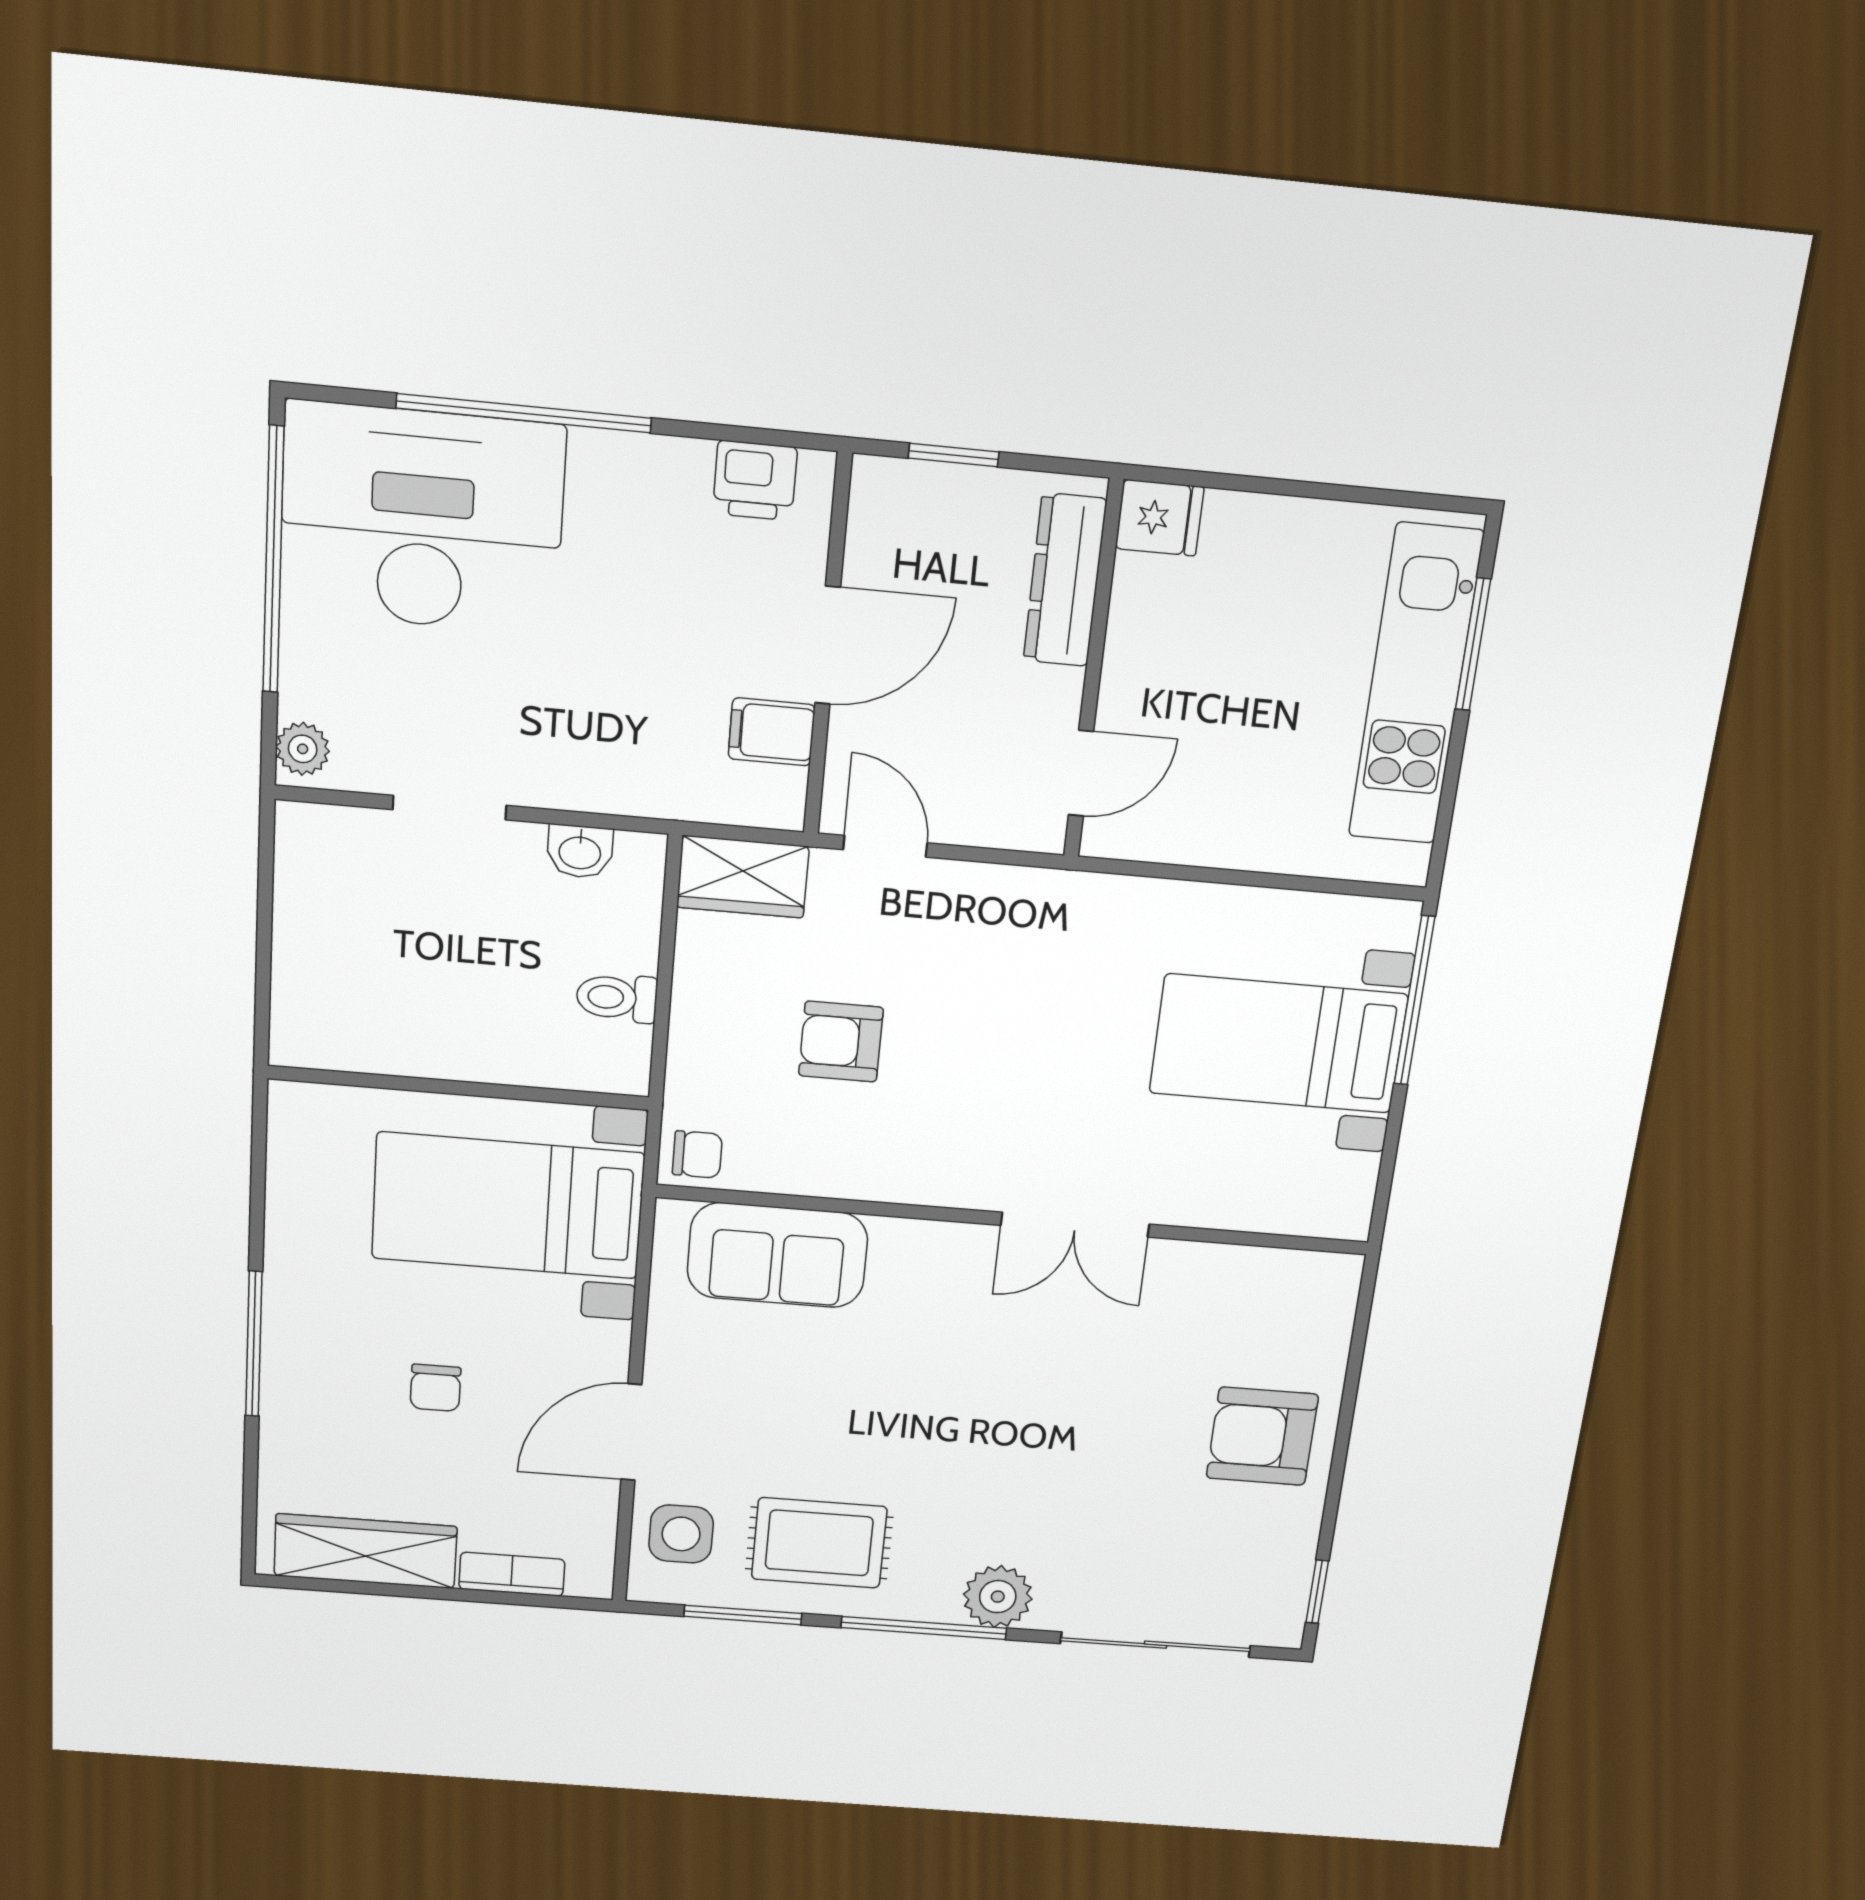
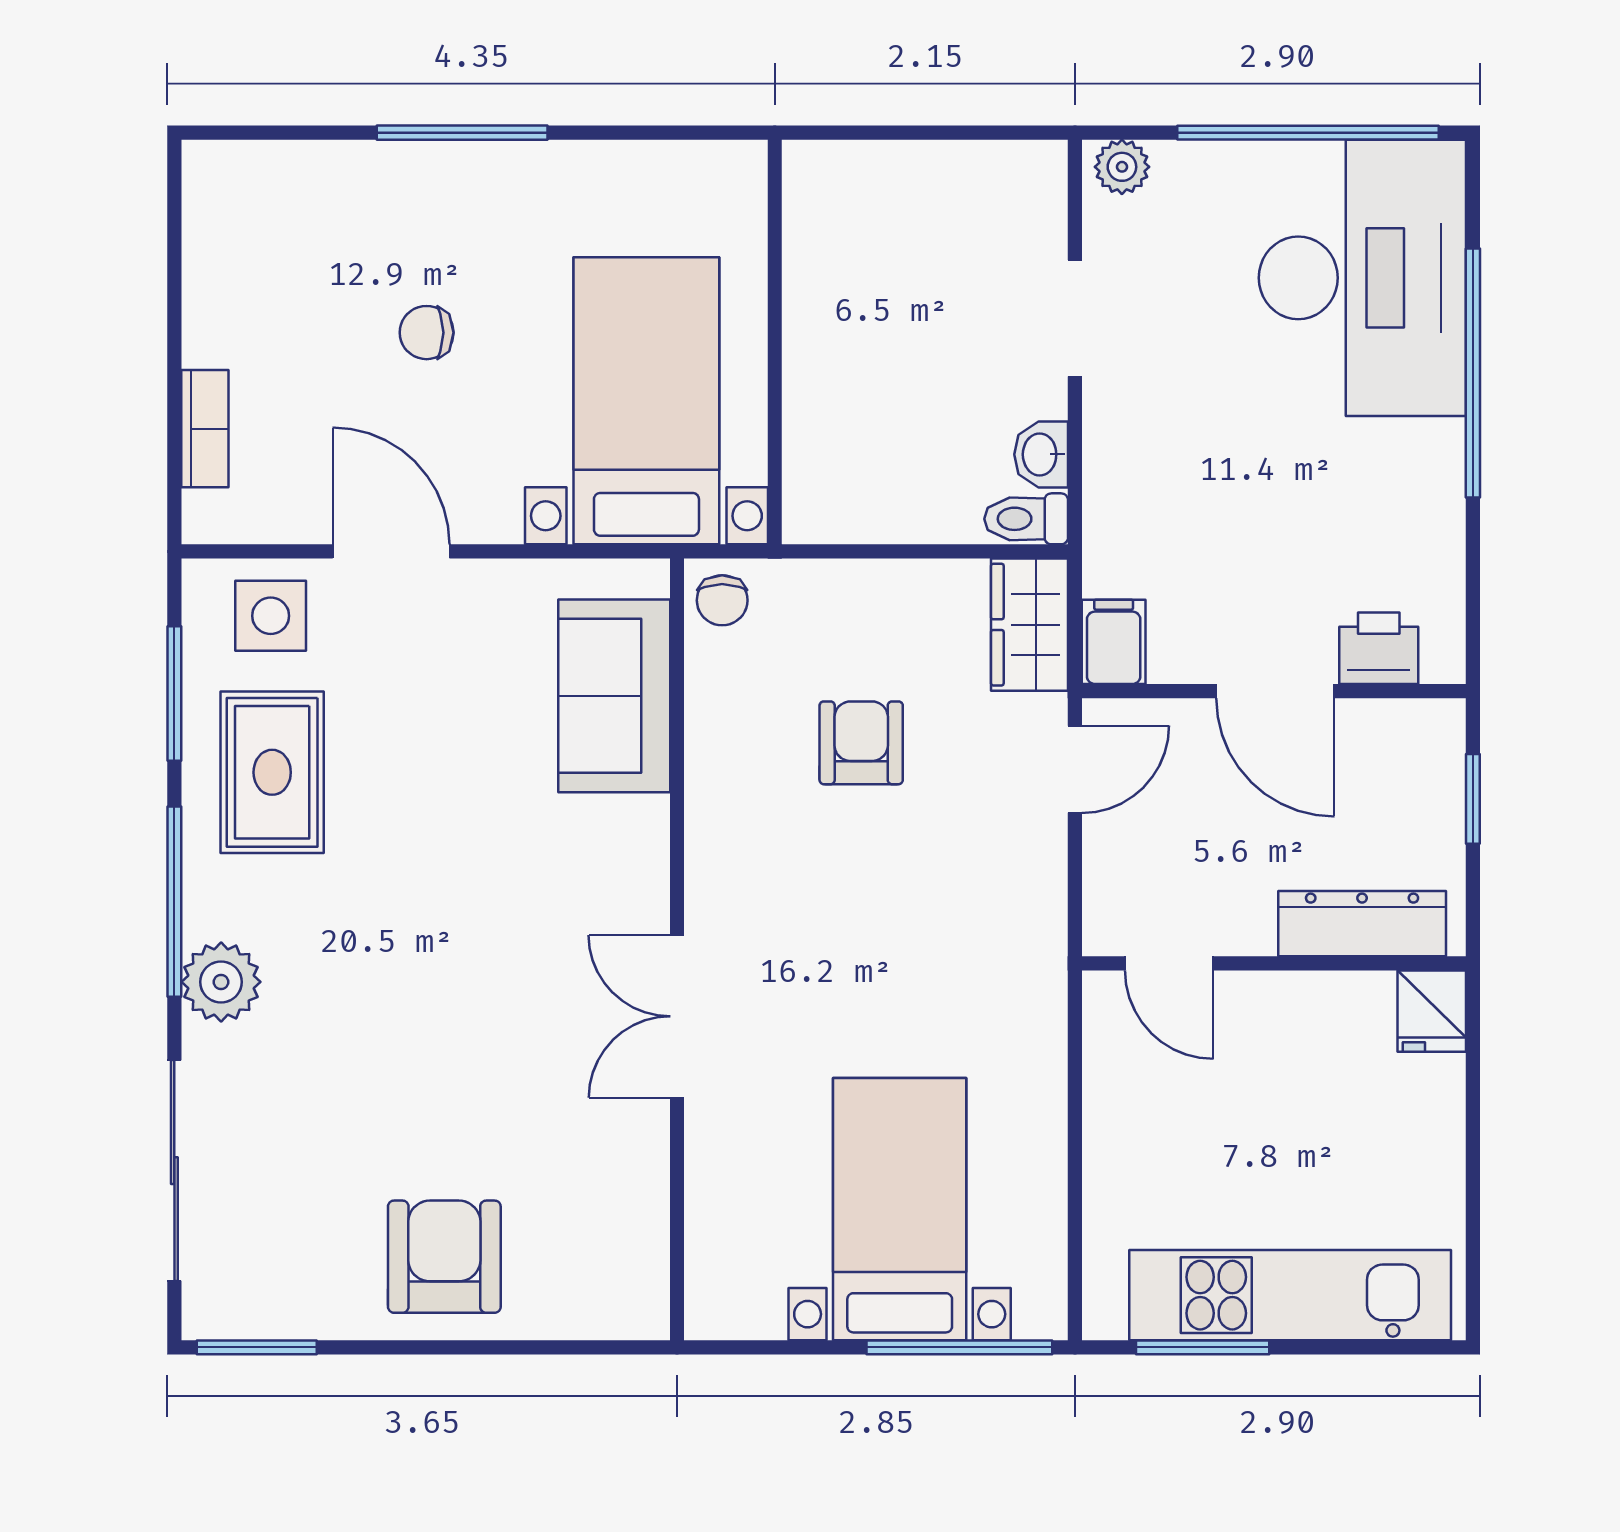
printer: (755, 481) -> (1379, 648), moved, turned 90
window: (1473, 644) -> (1203, 1347), moved
filing cabinet: (772, 732) -> (1114, 642), moved
toilet: (617, 998) -> (1026, 519), moved, turned -90
wardrobe: (365, 1551) -> (220, 263), removed
window: (1317, 1592) -> (257, 1347), width x1.50

